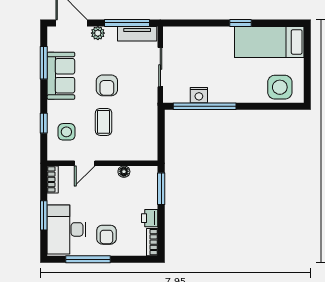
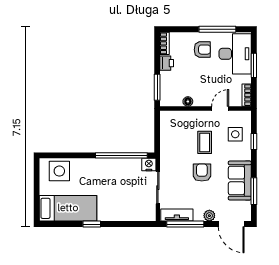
nightstand: (199, 95) -> (149, 165), moved
armchair: (106, 235) -> (202, 50), turned 90

